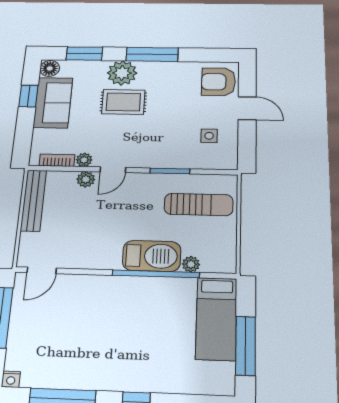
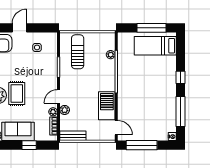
window: (28, 96) -> (29, 145), moved
door: (113, 170) -> (59, 96), swing flipped
bench: (33, 200) -> (73, 136), width x0.73
barbecue: (152, 256) -> (107, 106), moved
bed: (216, 319) -> (155, 46), moved, turned 180

